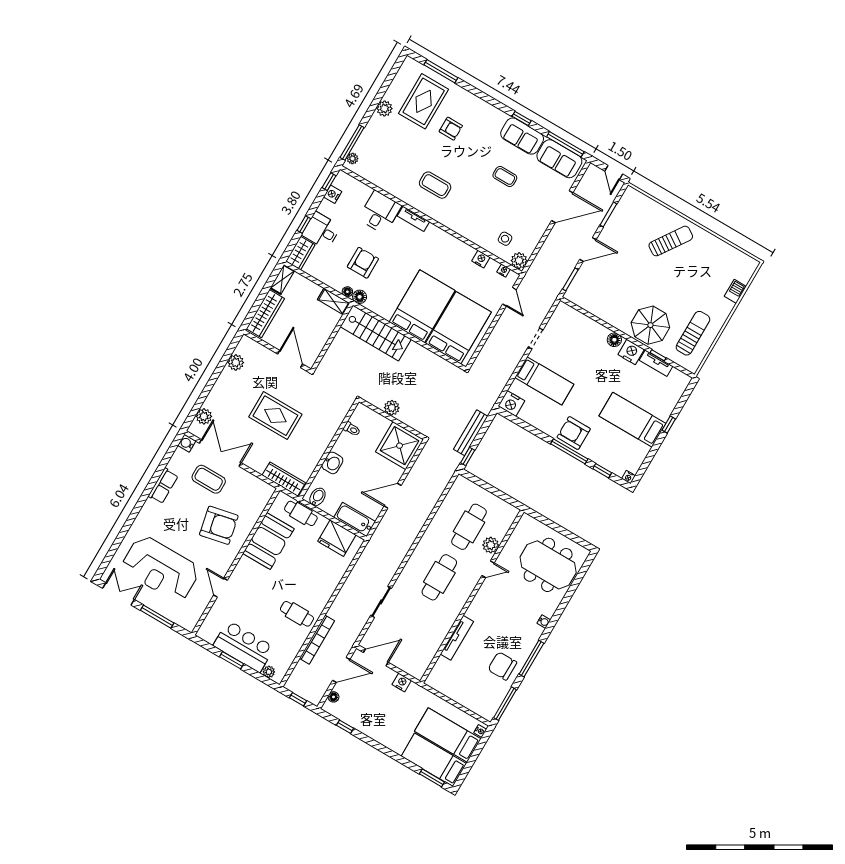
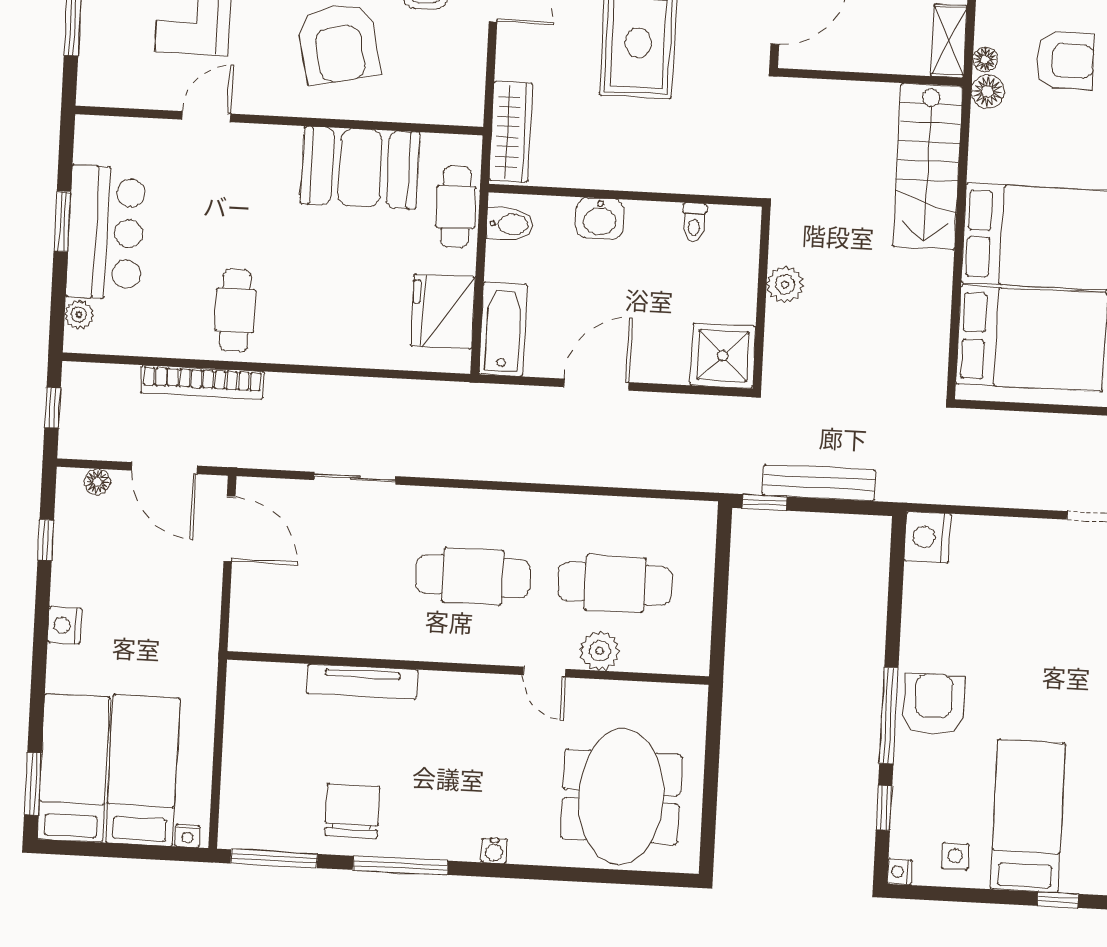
bed: (544, 381) -> (1013, 583), removed
shower: (400, 446) -> (723, 356), width x0.73, depth x0.73
side table: (633, 454) -> (955, 856), added
door: (393, 496) -> (596, 385), hinge flipped
nightstand: (402, 682) -> (65, 625), moved, turned 180

